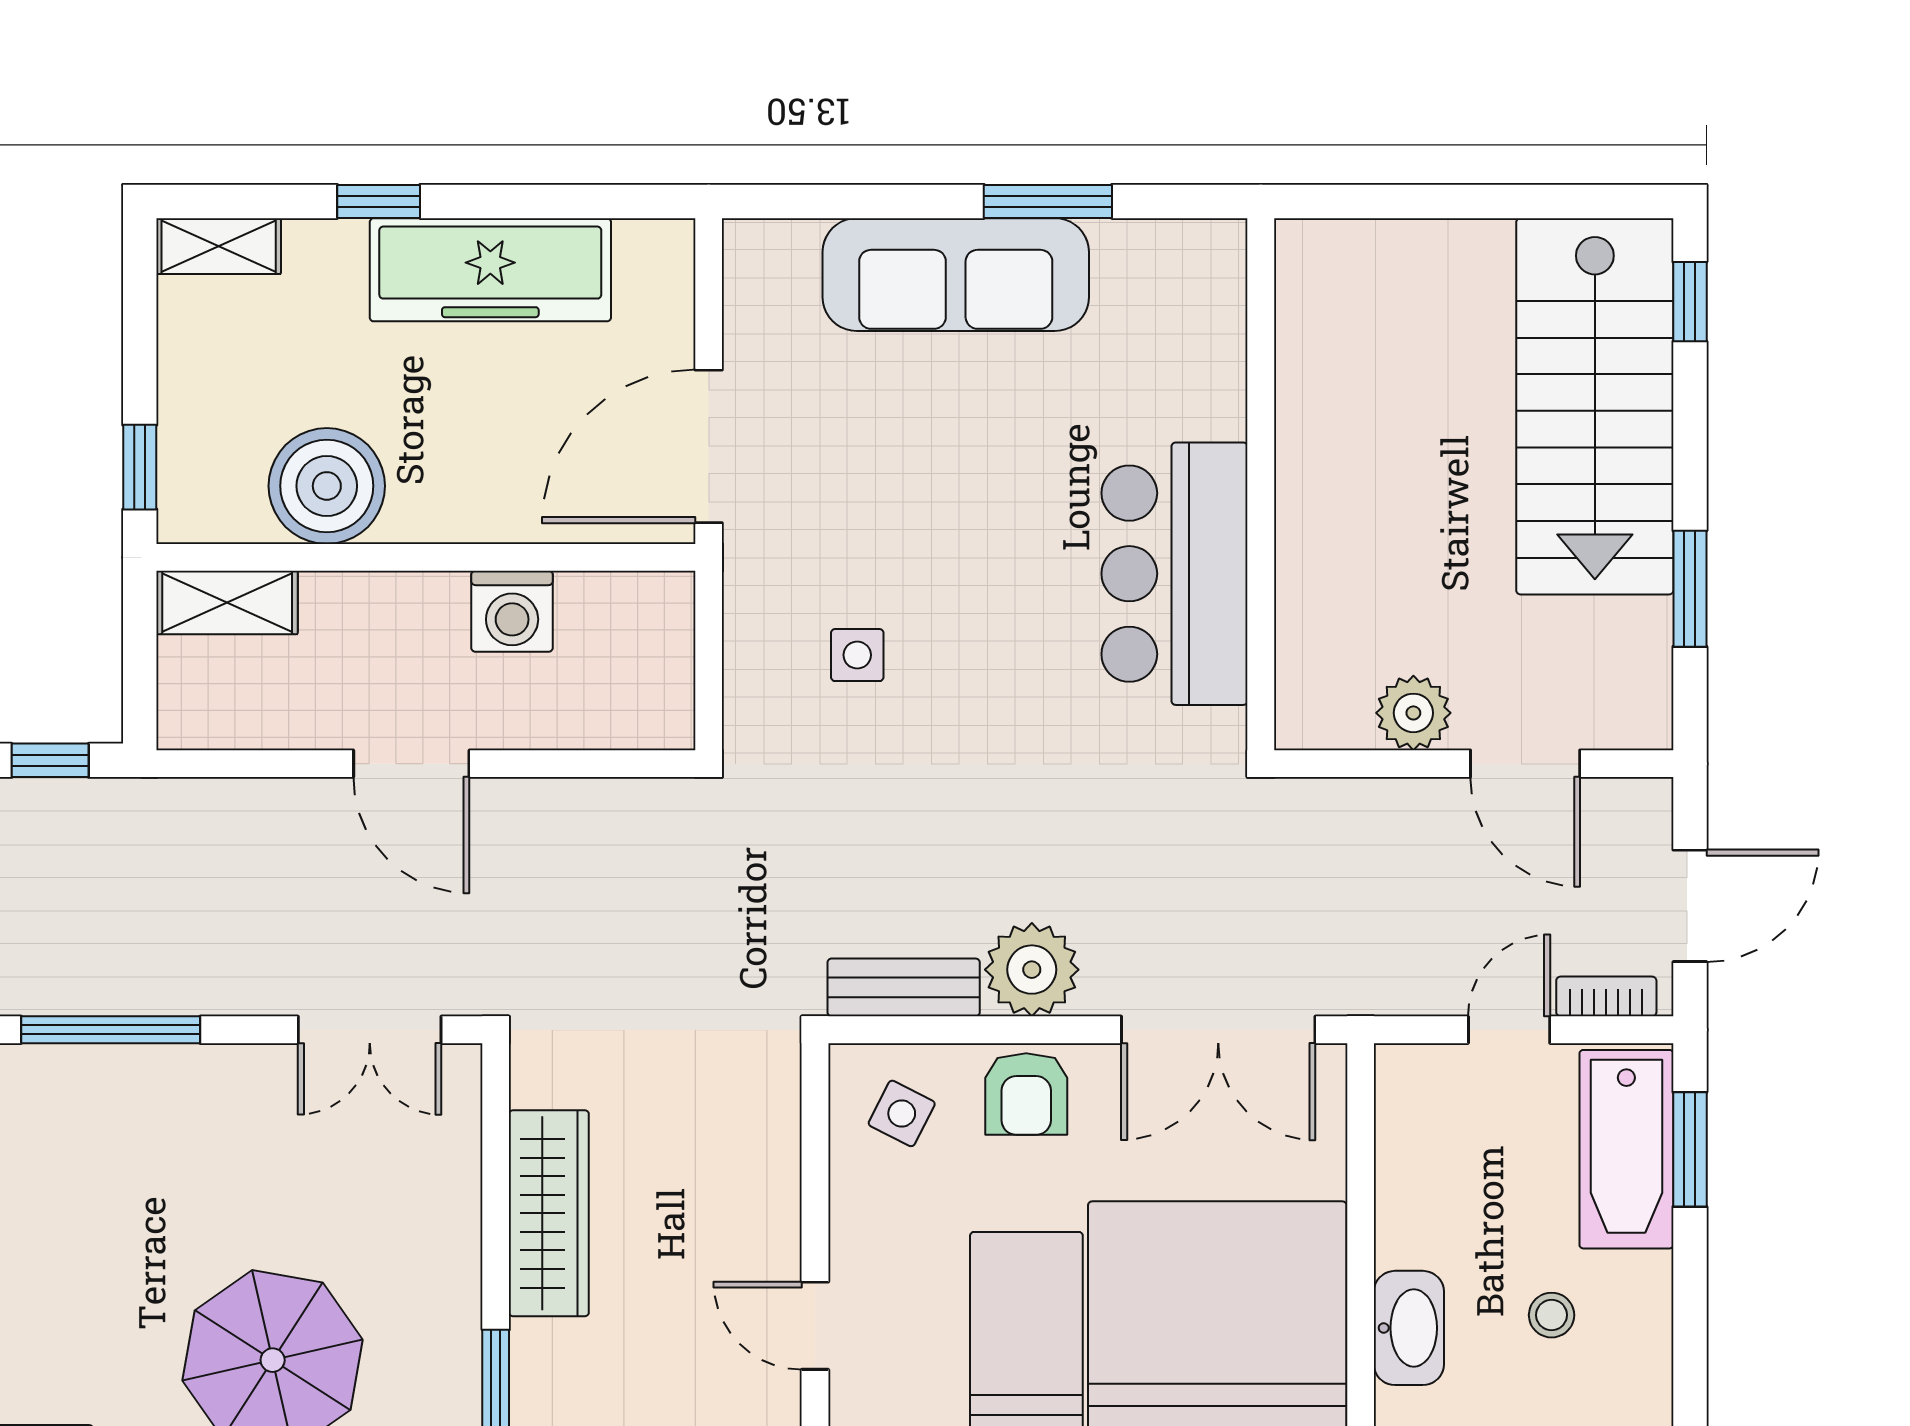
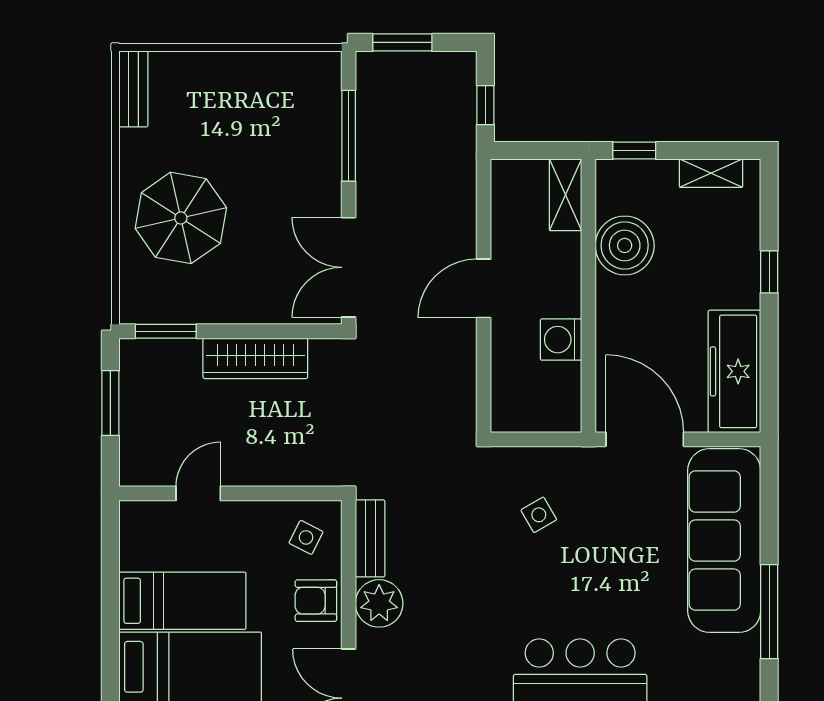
window: (1048, 201) -> (769, 612), width x1.44
shelving: (219, 246) -> (711, 173), moved, turned 90
freezer: (490, 270) -> (734, 371), moved
sofa: (956, 275) -> (724, 541), width x1.36, depth x1.27
side table: (857, 655) -> (539, 515), turned -30
double door: (370, 1030) -> (349, 267), width x1.37

